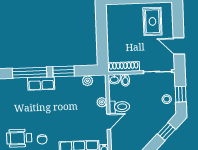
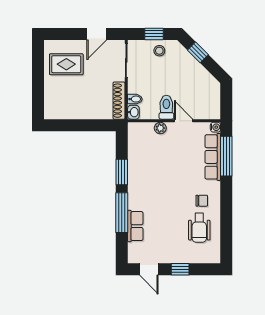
plant: (88, 81) -> (134, 144), removed
row of seats: (41, 84) -> (135, 226), moved

